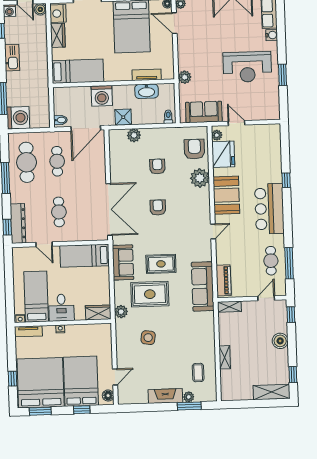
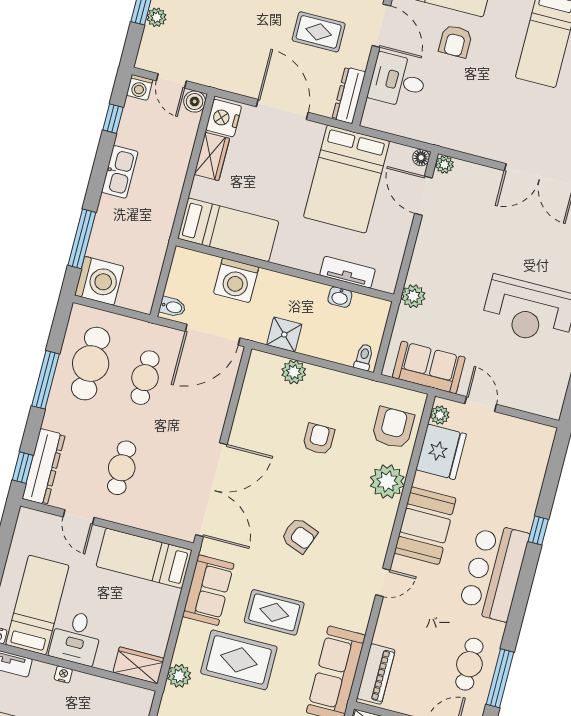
washbasin: (147, 91) -> (340, 297), width x0.52, depth x0.69
washing machine: (102, 96) -> (236, 280), moved
armchair: (158, 208) -> (299, 535), moved, turned 111

